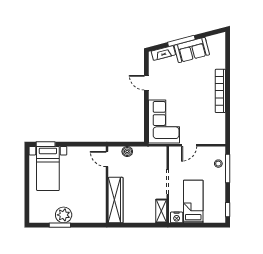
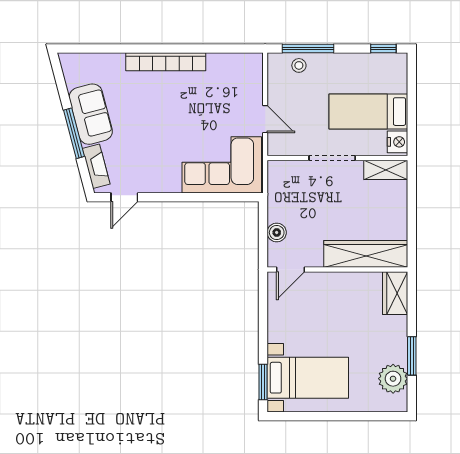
door: (146, 83) -> (124, 197), moved
plant: (64, 215) -> (393, 379), moved
wardrobe: (94, 216) -> (395, 293), added

